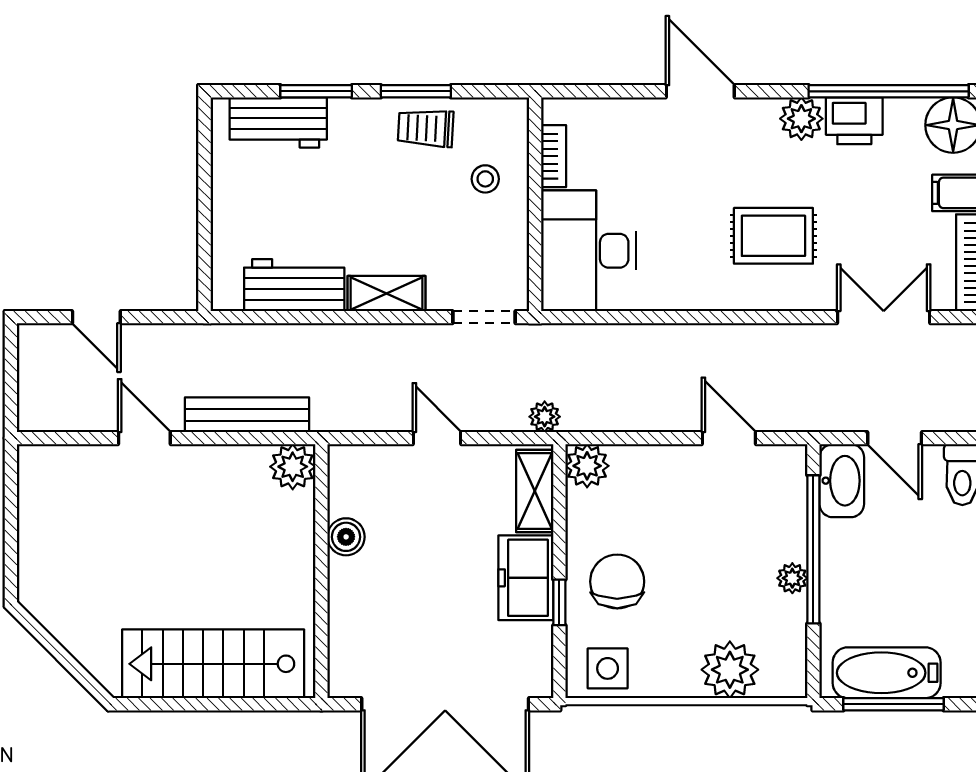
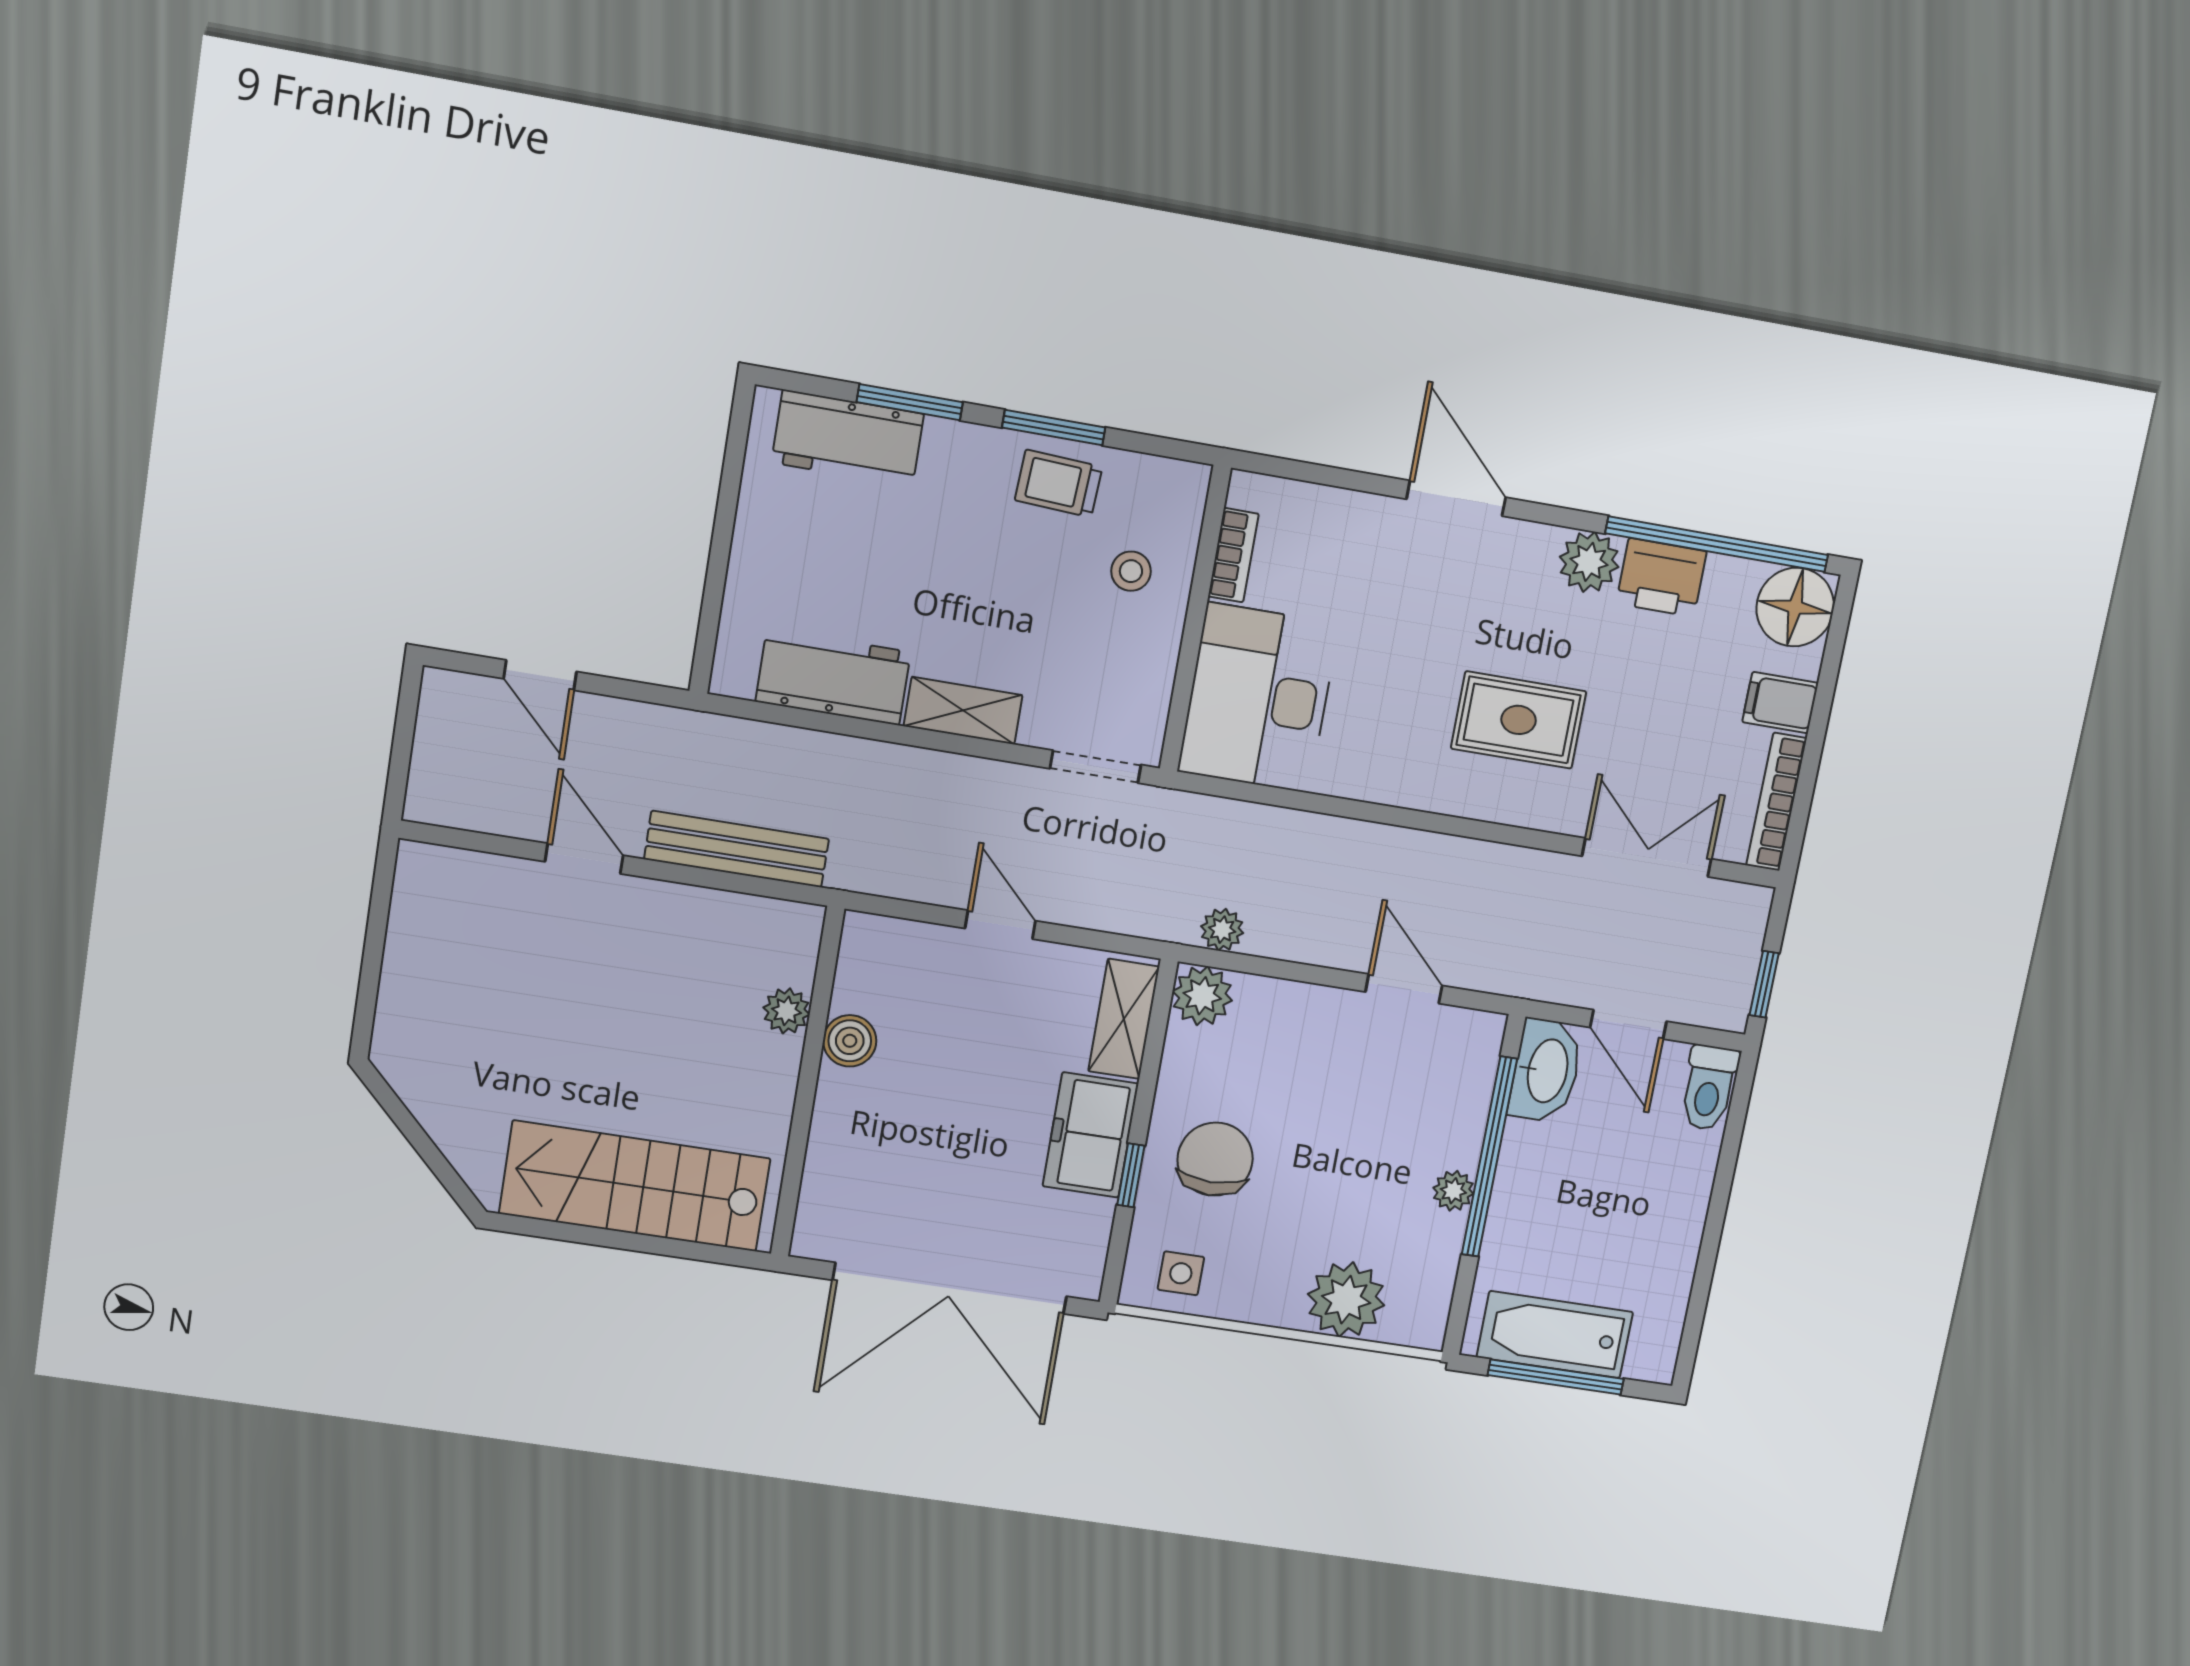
plant: (545, 417) -> (1222, 930), moved
plant: (293, 467) -> (787, 1011), moved, width x0.73, depth x0.73
side table: (608, 668) -> (1181, 1273), width x0.73, depth x0.73

